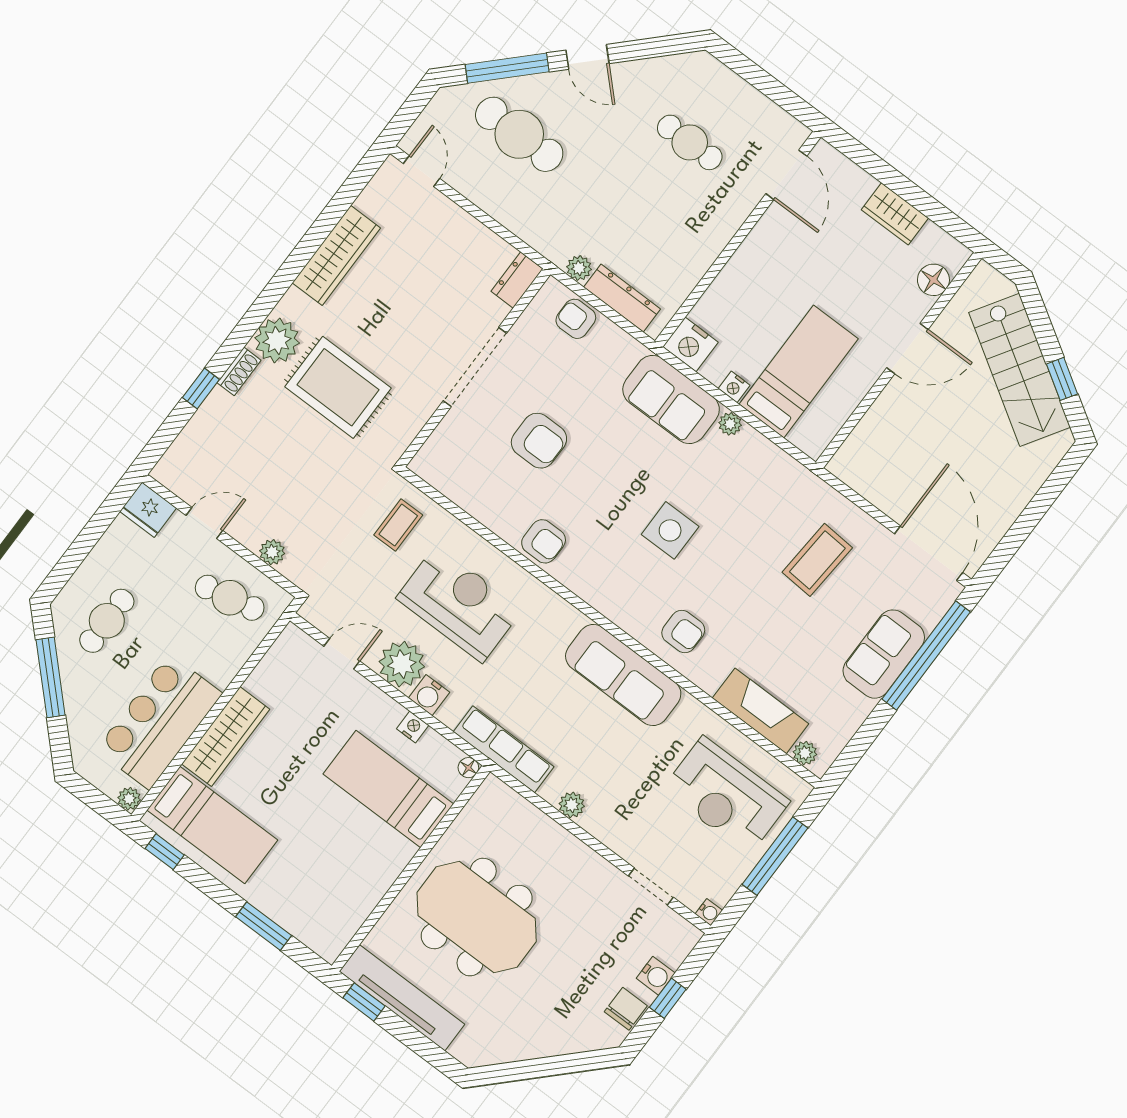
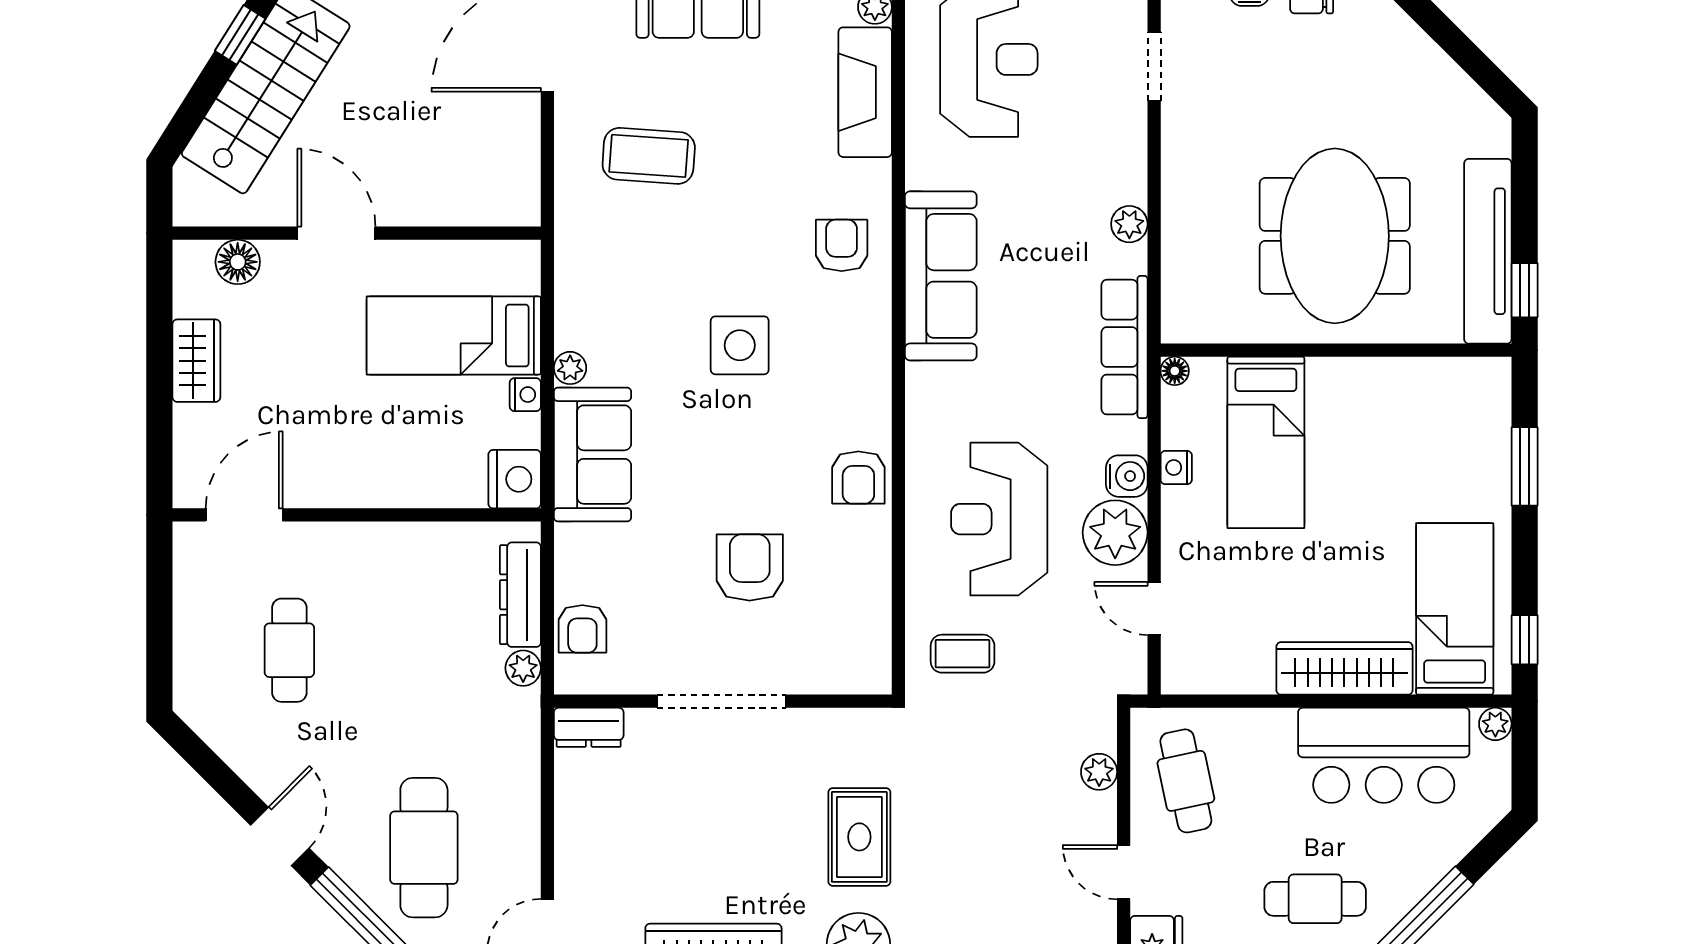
rug: (338, 387) -> (859, 837), width x0.73, depth x0.70
armchair: (544, 541) -> (858, 478), turned 180

